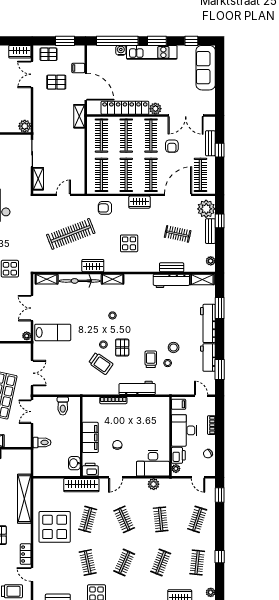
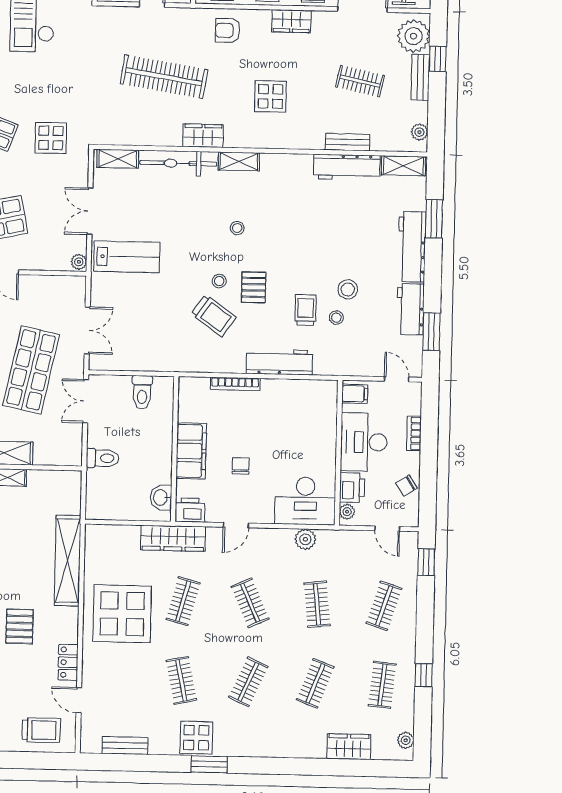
clothes rail: (71, 234) -> (164, 77), turned 30

